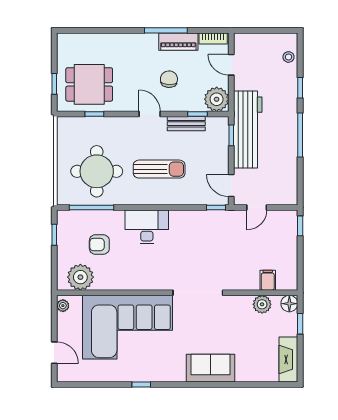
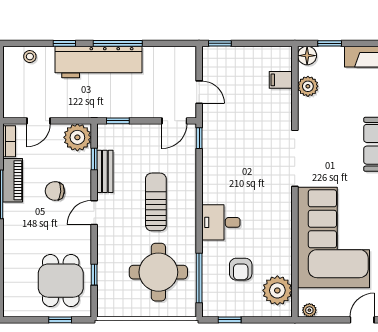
workbench: (248, 129) -> (98, 62), moved, turned 180
desk: (147, 227) -> (221, 222), width x0.73

